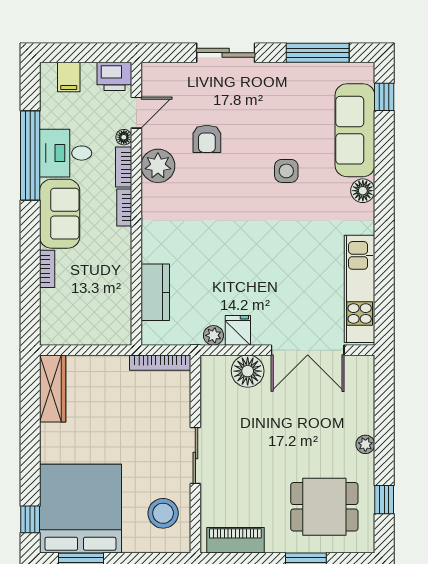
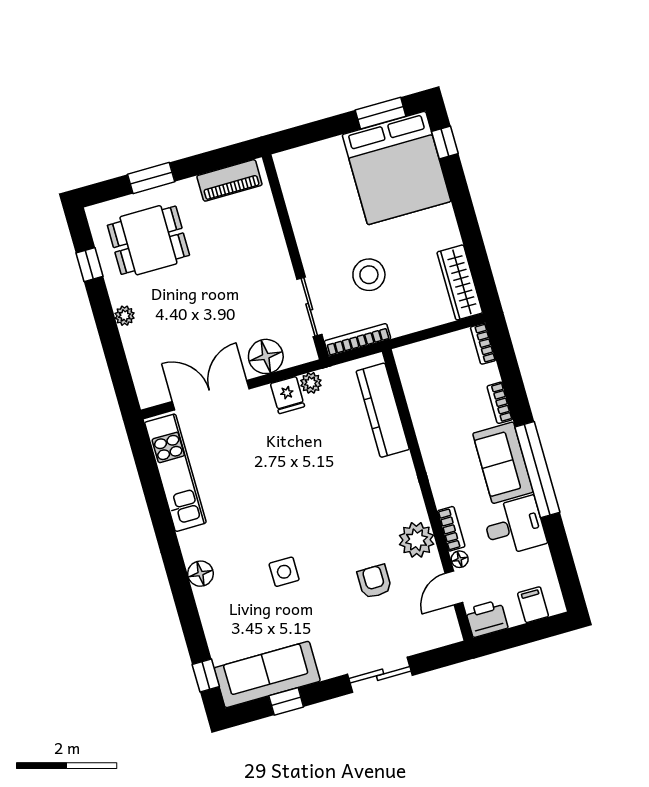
window: (318, 53) -> (286, 701), width x0.46
sofa: (355, 130) -> (267, 675), moved, turned -90
window: (30, 155) -> (537, 470), moved
bookcase: (124, 208) -> (483, 344), moved, turned 180
kitchen counter: (155, 292) -> (383, 410), width x1.50
sliding door: (195, 455) -> (309, 307), moved
stool: (163, 513) -> (369, 275), moved

